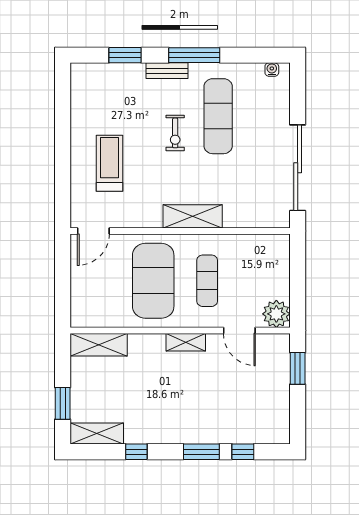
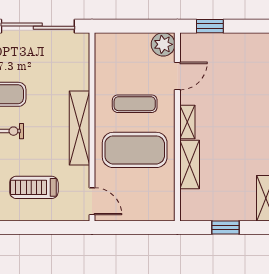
shelving: (193, 216) -> (79, 128), width x1.47
shelving: (99, 345) -> (190, 164), moved
window: (63, 403) -> (225, 228), moved

